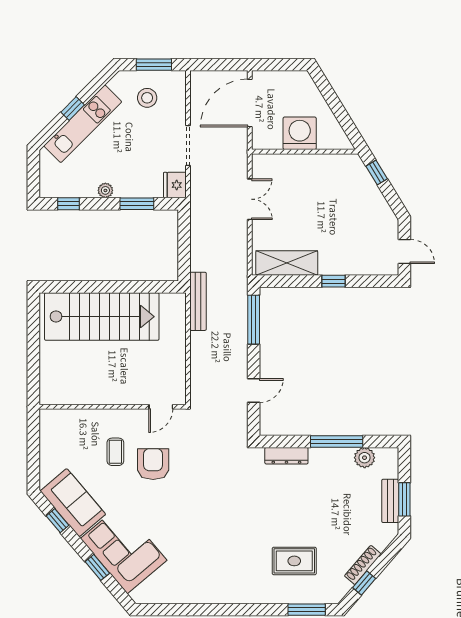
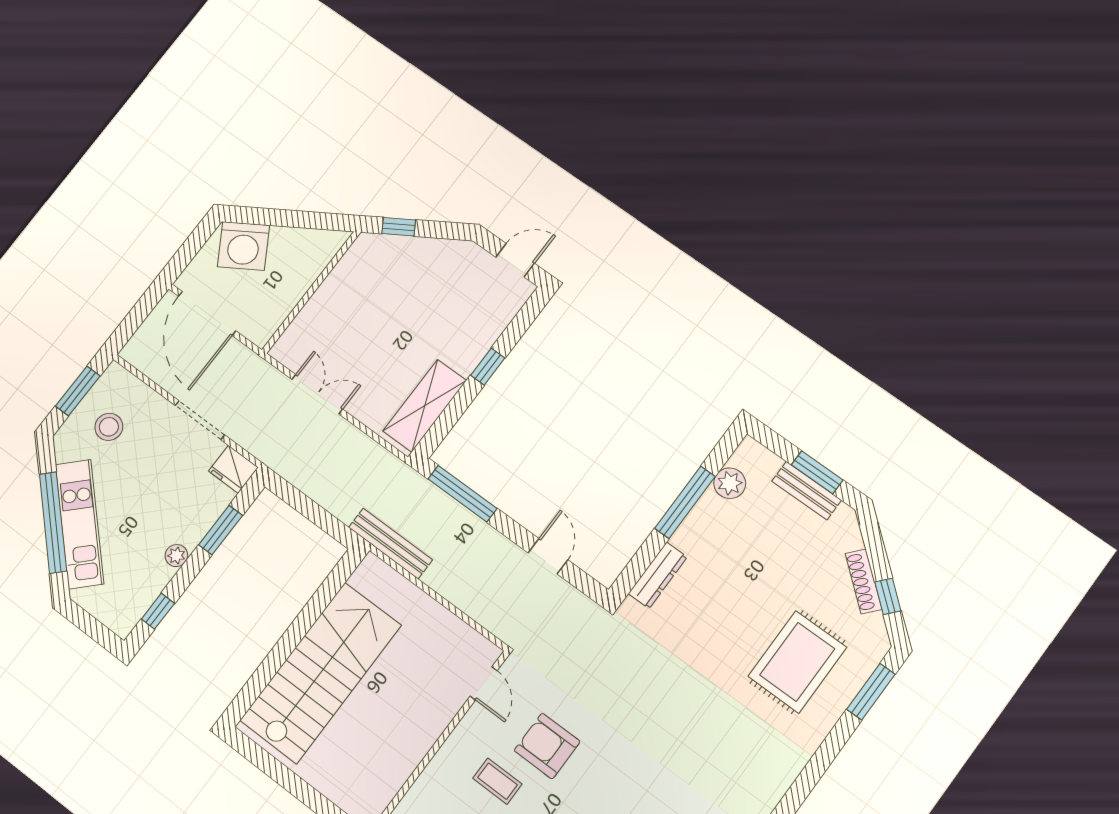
window: (73, 108) -> (53, 523), width x3.17
washing machine: (300, 133) -> (243, 246), moved, turned -121
rug: (294, 561) -> (797, 662), width x1.36, depth x1.43

